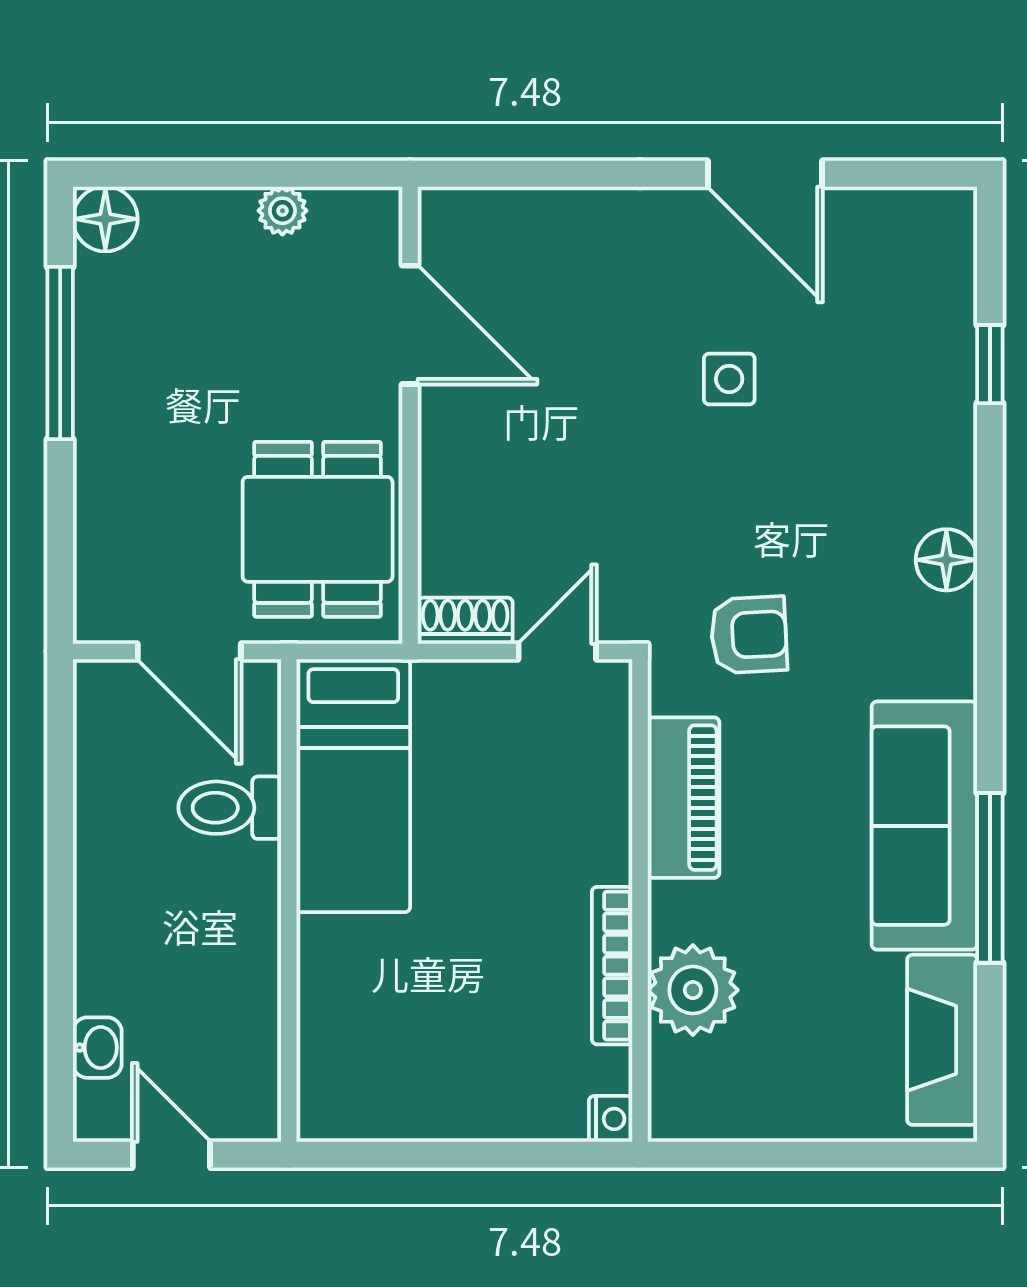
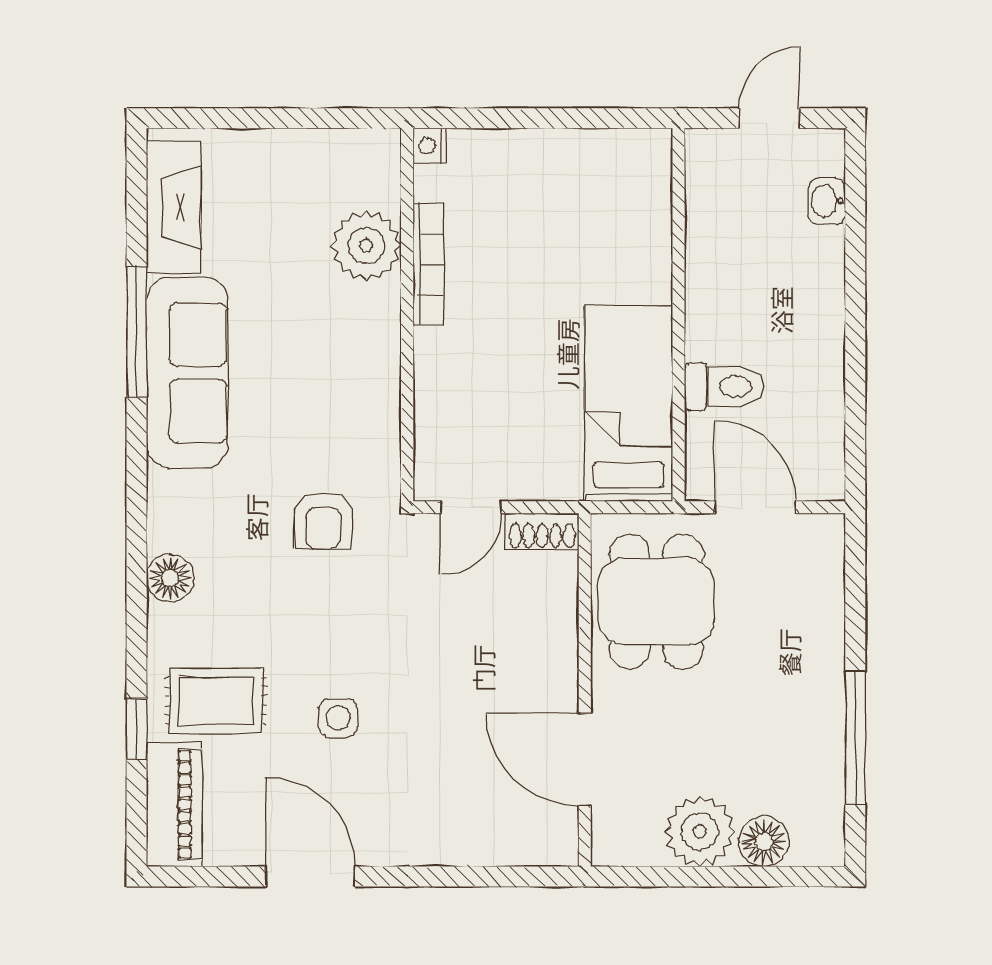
plant: (282, 211) -> (700, 832), width x1.88, depth x1.88
floor lamp: (105, 219) -> (764, 841), moved
rug: (887, 401) -> (216, 701), added
armchair: (749, 635) -> (323, 520), turned -87
piano: (683, 798) -> (174, 805), moved, turned 180
door: (171, 1155) -> (769, 118), swing flipped

